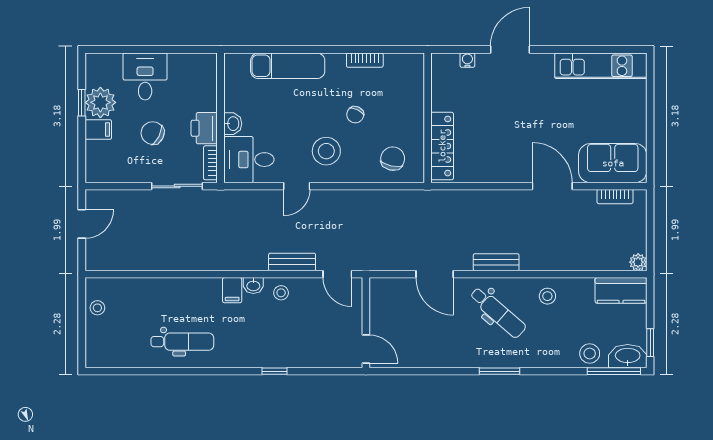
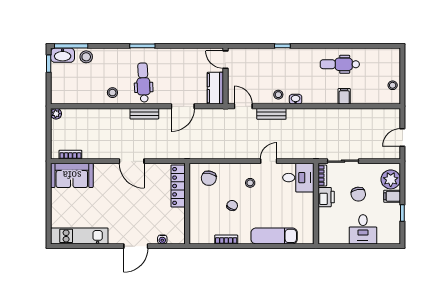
plant: (100, 102) -> (391, 179), moved
washbasin: (233, 124) -> (308, 200), removed
chair: (153, 133) -> (358, 194), turned 53
stool: (326, 151) -> (250, 183), width x0.53, depth x0.53
door: (552, 186) -> (132, 161), moved
door: (435, 274) -> (183, 106), swing flipped
filing cabinet: (232, 290) -> (344, 96), moved
kitchen counter: (621, 290) -> (215, 88), moved, turned -90
dental chair: (498, 312) -> (143, 82), turned 46

